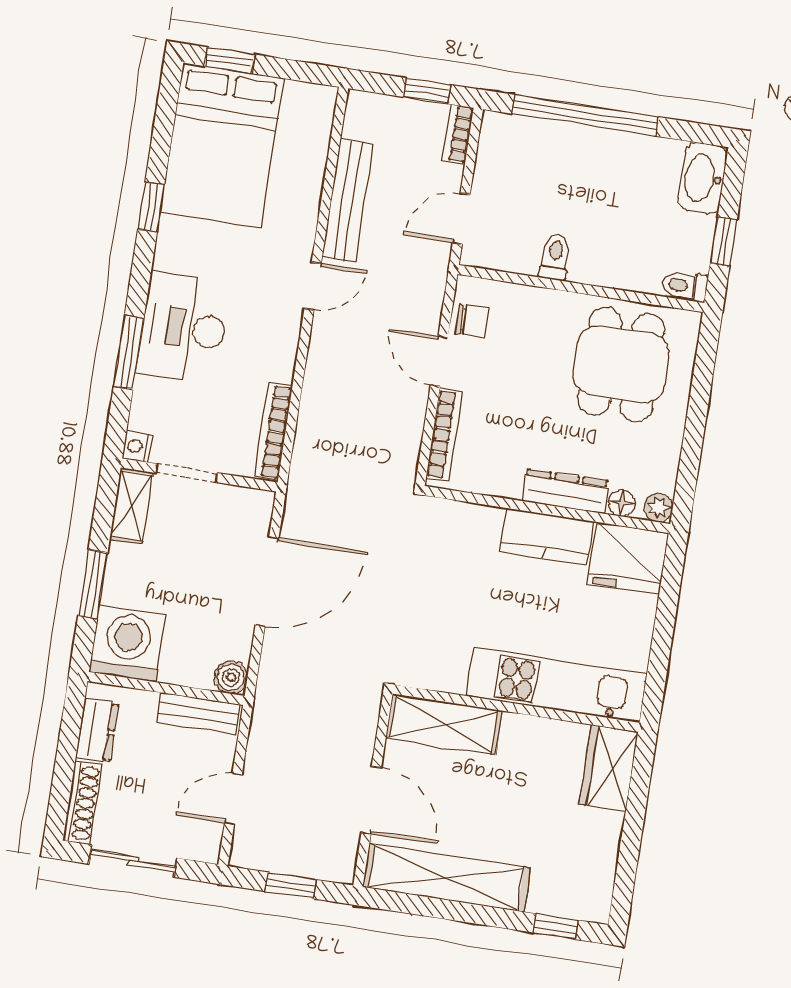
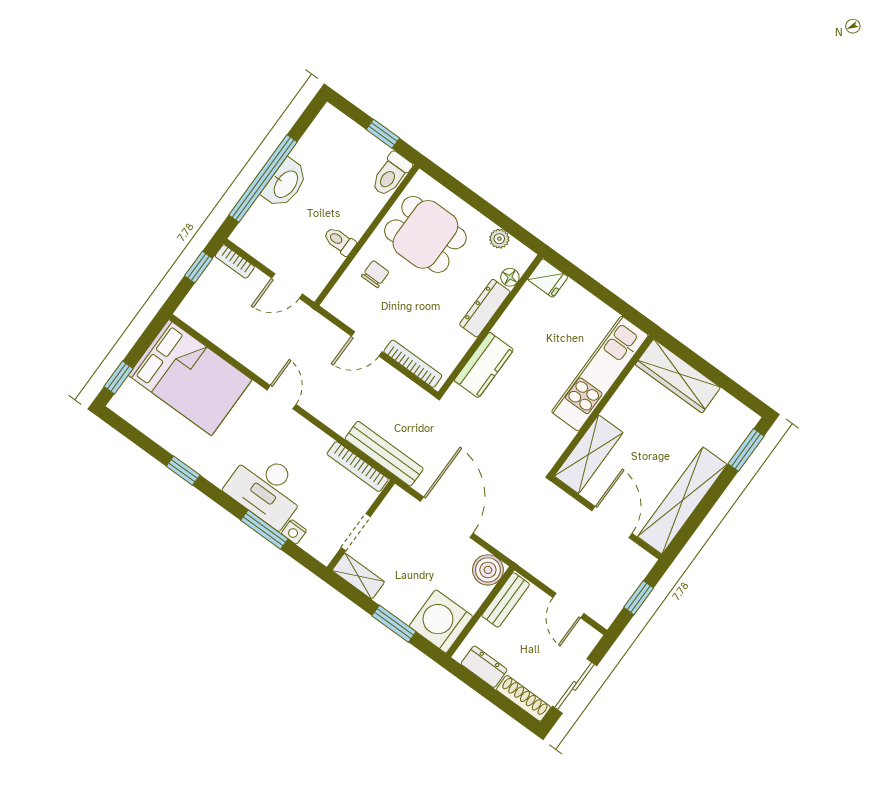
bed: (222, 145) -> (190, 378), moved
washbasin: (702, 178) -> (285, 184), moved, turned -90
bench: (348, 200) -> (384, 454), moved
door: (461, 219) -> (287, 286), hinge flipped
toilet: (684, 286) -> (391, 174), width x1.37, depth x1.39
chair: (472, 321) -> (375, 274), moved
nightstand: (137, 446) -> (294, 532), moved
plant: (658, 508) -> (499, 239), moved
kitchen counter: (546, 537) -> (484, 365), moved
fridge: (628, 558) -> (548, 278), width x0.53, depth x0.75
boiler: (231, 677) -> (488, 570), width x1.36, depth x1.36
wardrobe: (609, 768) -> (678, 376), width x1.50
door: (371, 800) -> (612, 522), hinge flipped
window: (555, 926) -> (746, 450), width x1.50

